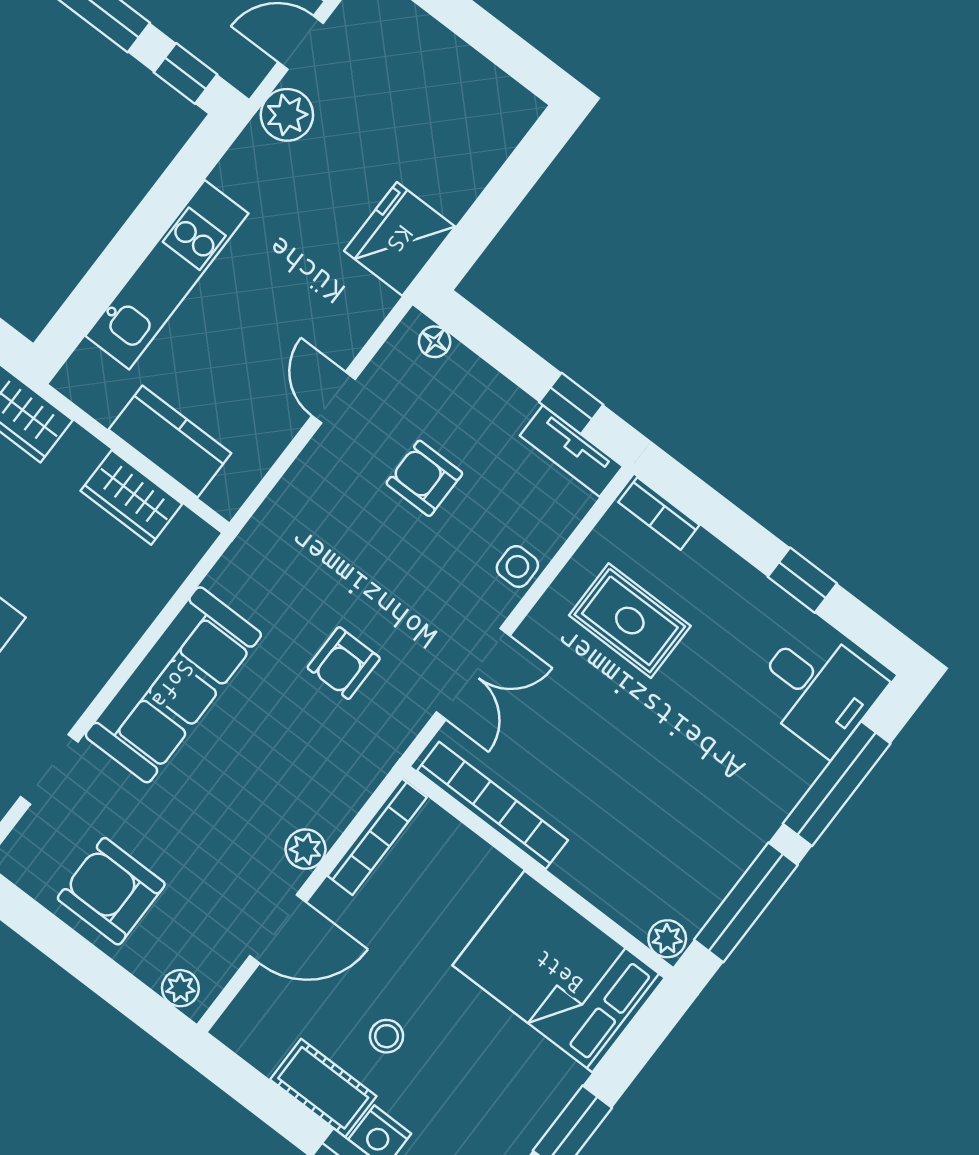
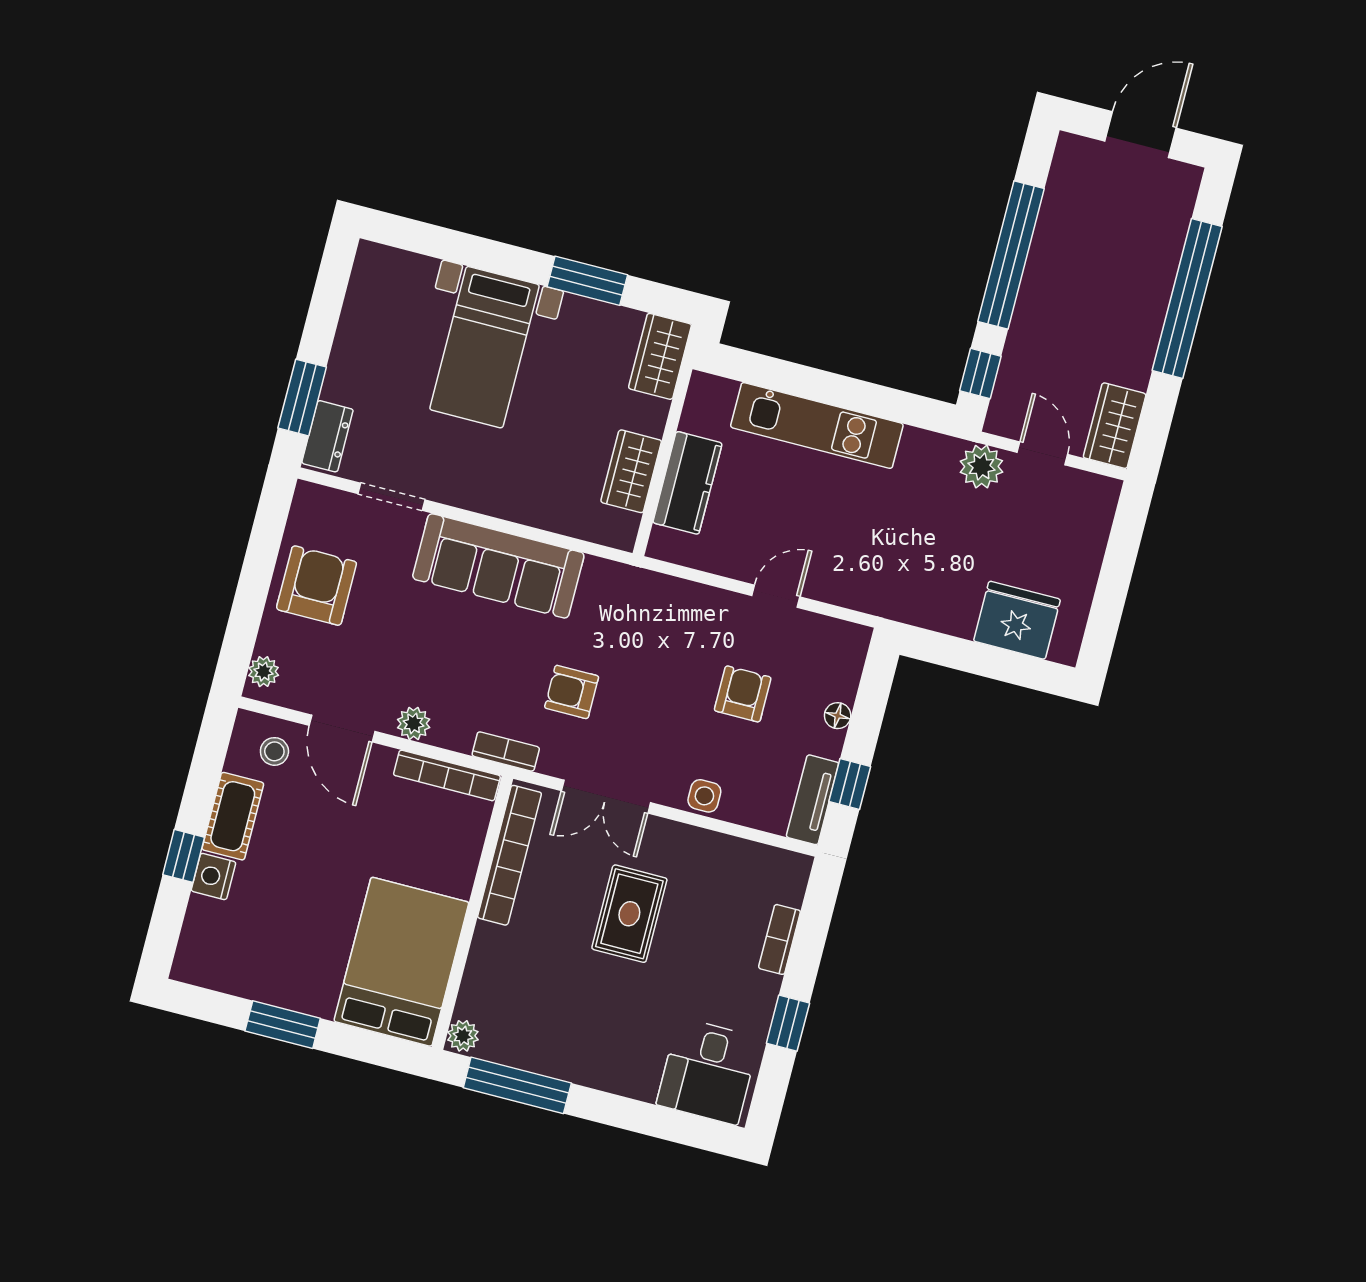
fridge: (400, 239) -> (1017, 620), moved
floor lamp: (435, 342) -> (838, 716), moved
bookcase: (659, 514) -> (780, 939), moved
rug: (630, 621) -> (629, 914), moved
bookcase: (378, 762) -> (506, 751), added
window: (837, 784) -> (640, 1117), removed
stool: (387, 1036) -> (274, 751), moved

